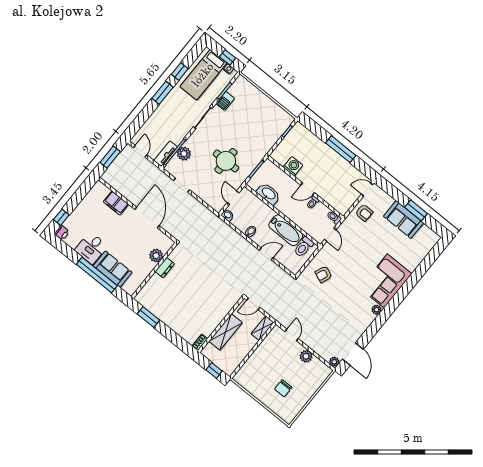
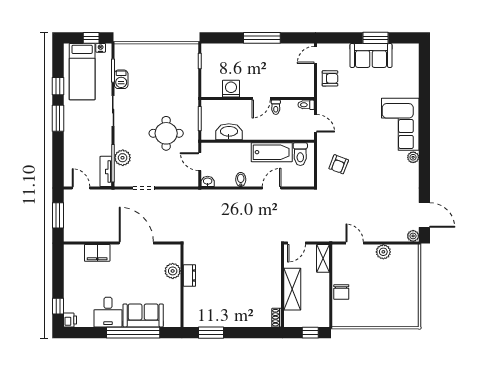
chair: (283, 388) -> (341, 292), moved

